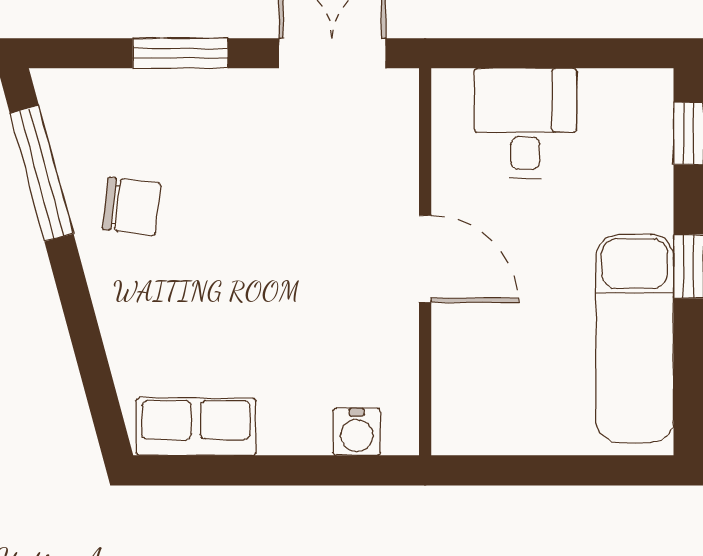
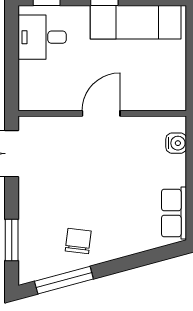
window: (180, 53) -> (12, 240), moved
desk: (525, 123) -> (42, 37), moved

